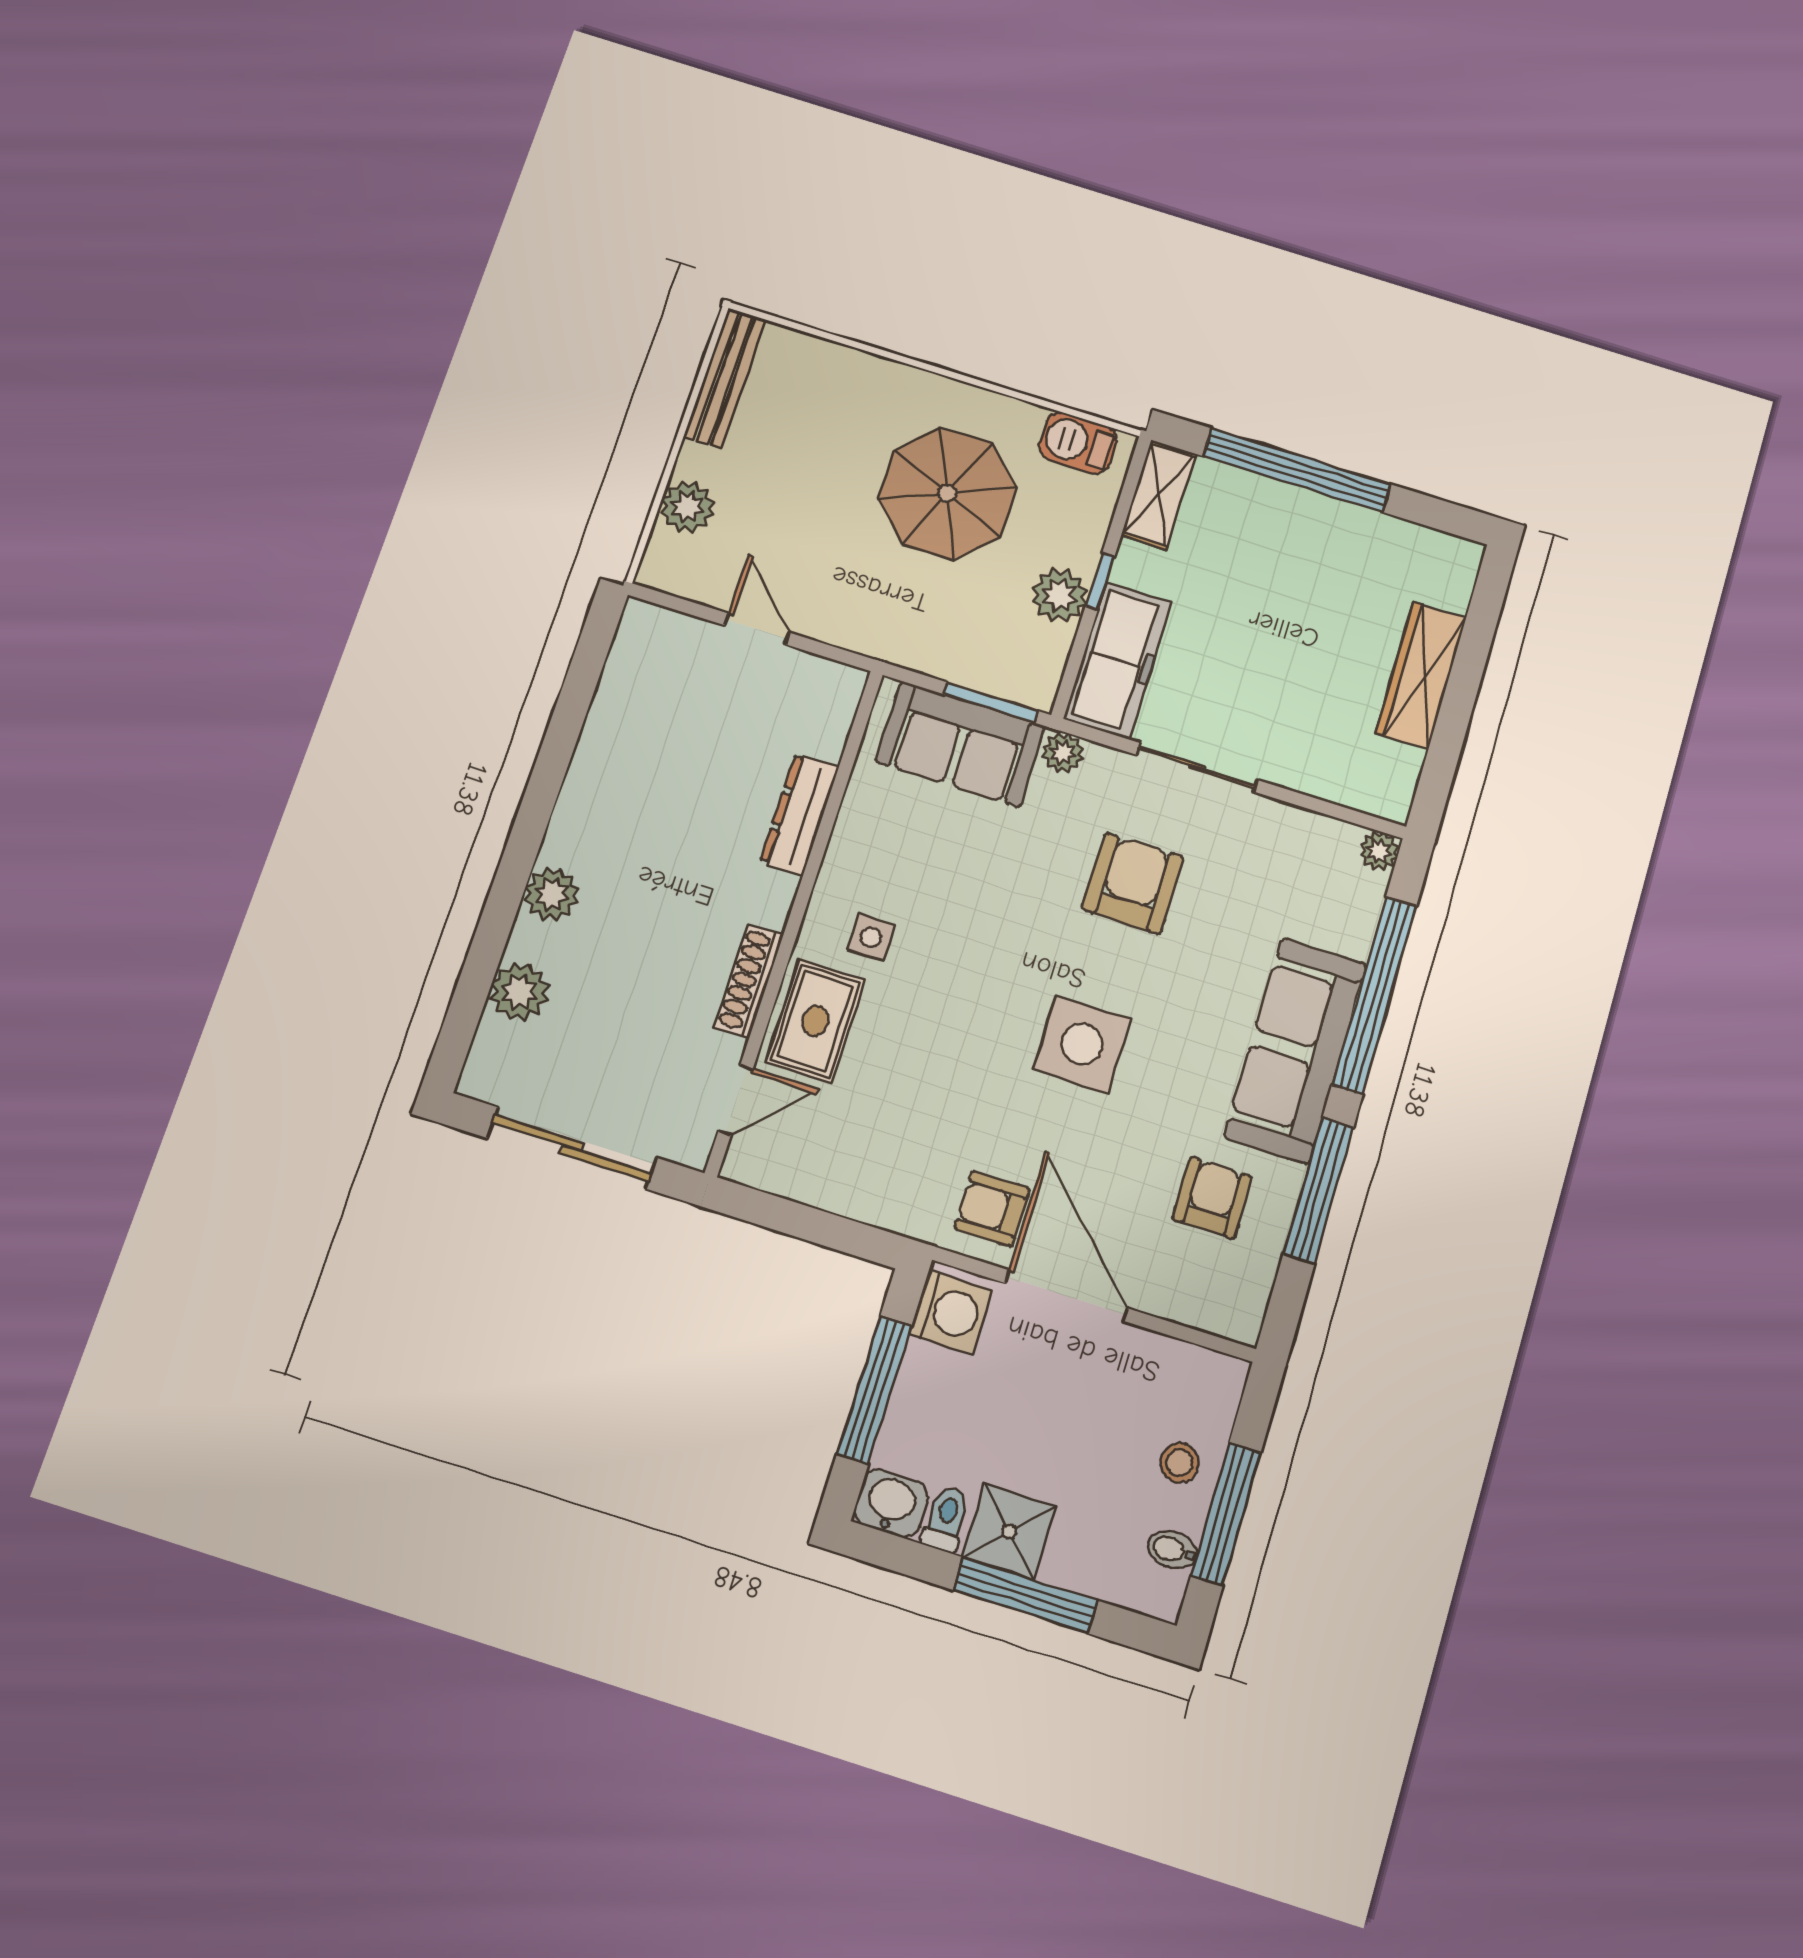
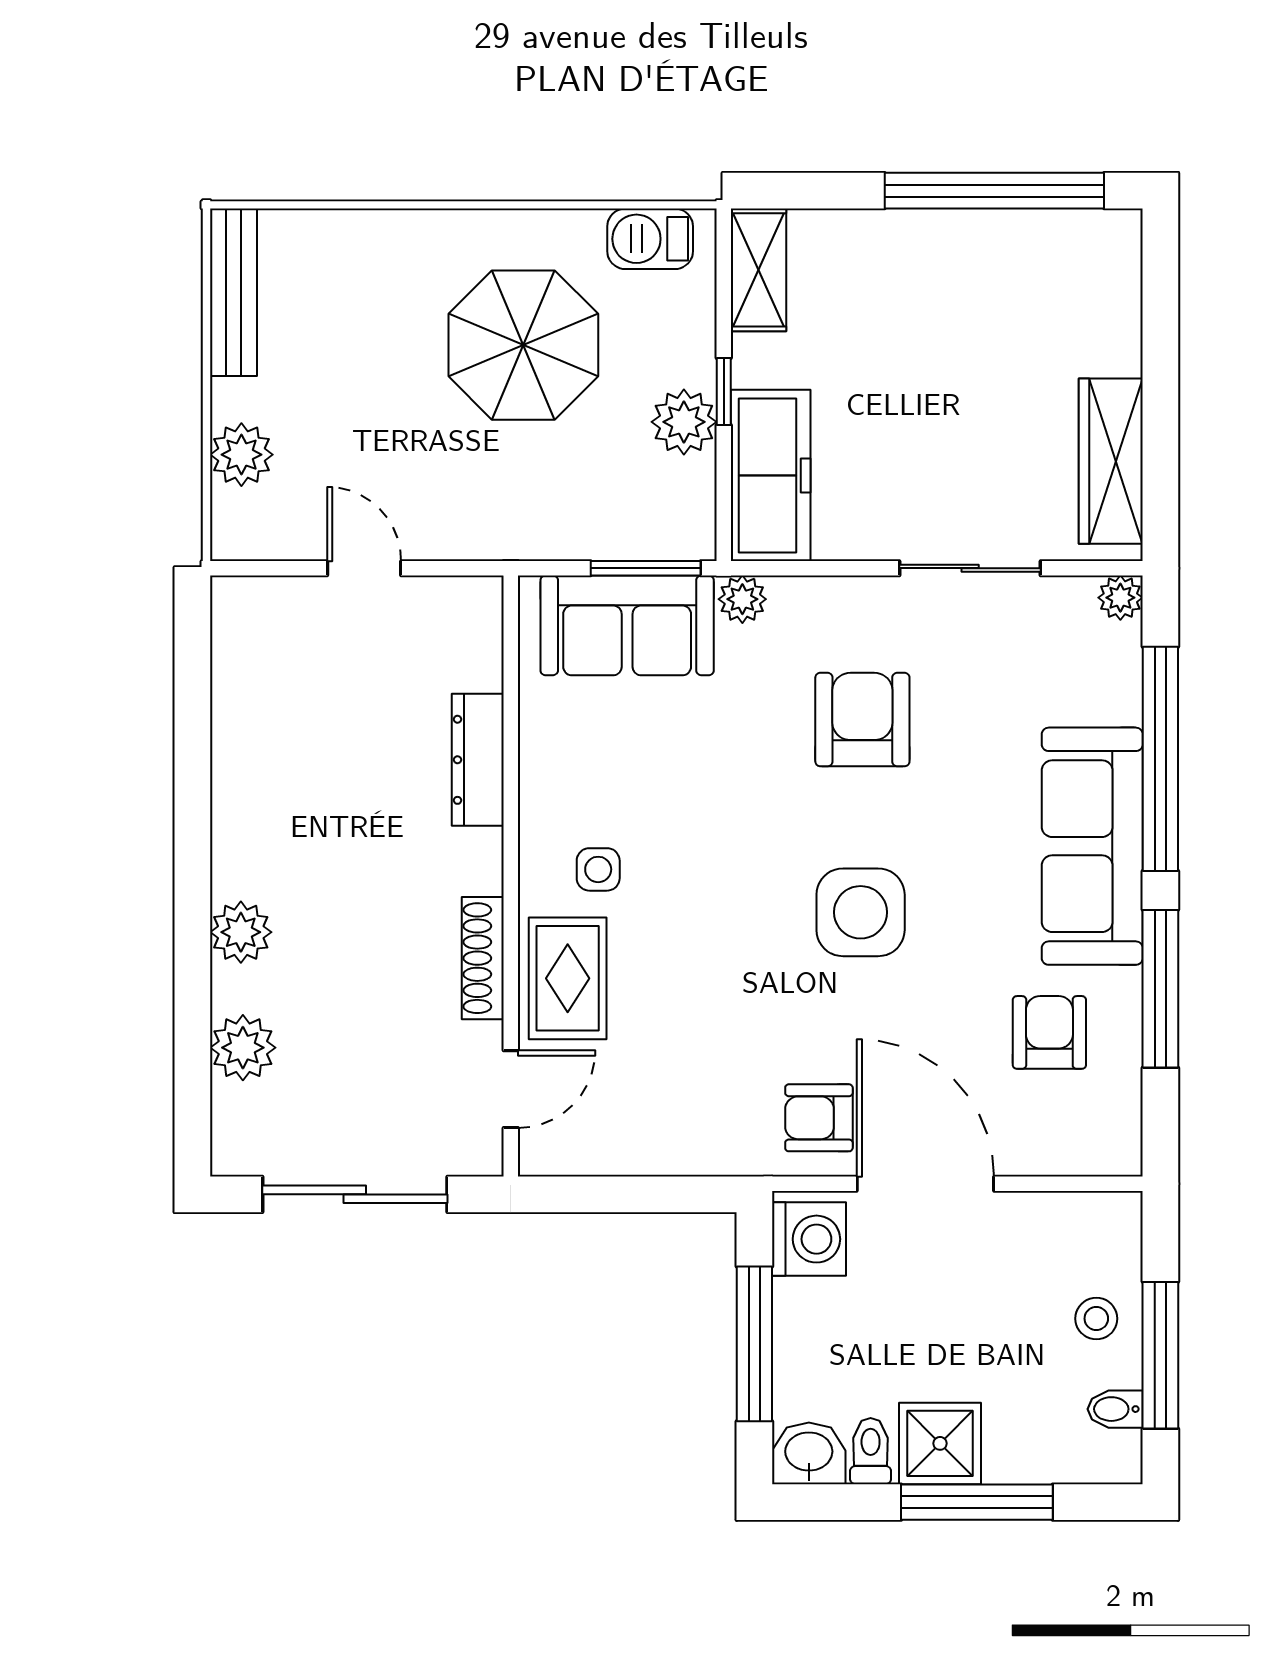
window: (1297, 470) -> (994, 191), moved
wardrobe: (1421, 675) -> (1111, 461), moved
sliding door: (1197, 767) -> (970, 568), moved

